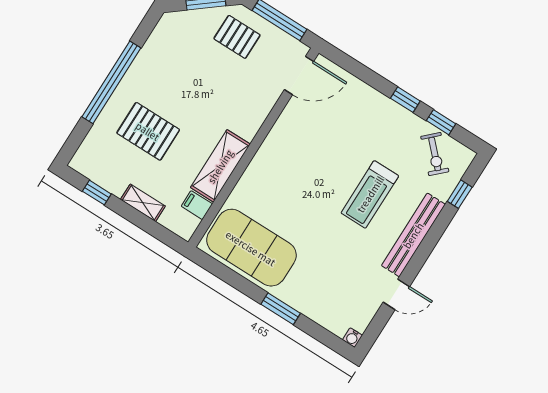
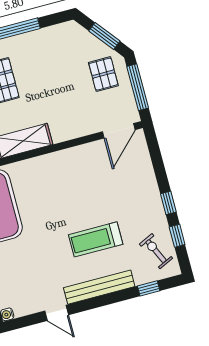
door: (299, 76) -> (119, 131), hinge flipped
exercise bike: (435, 154) -> (156, 251), turned 109

